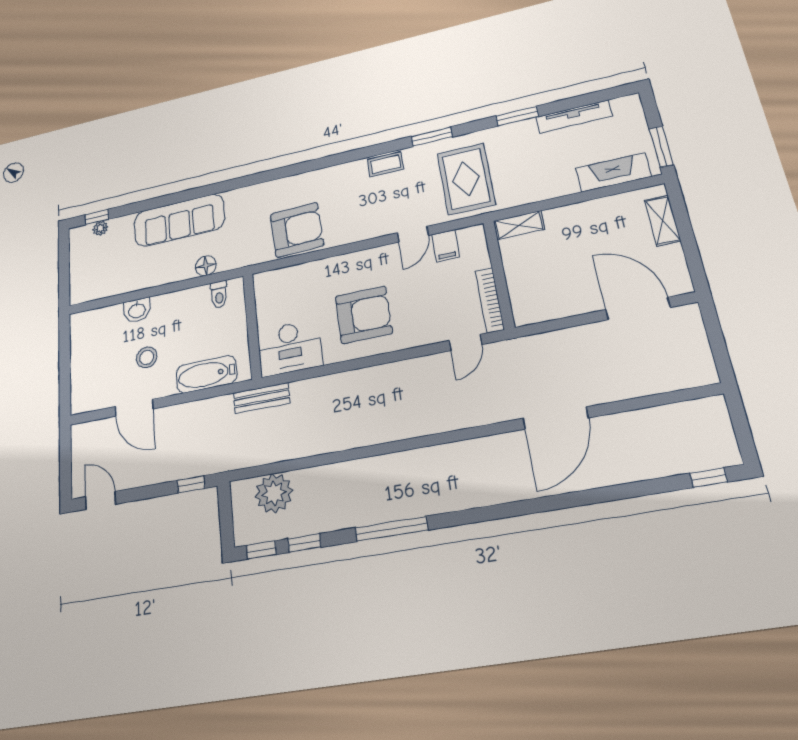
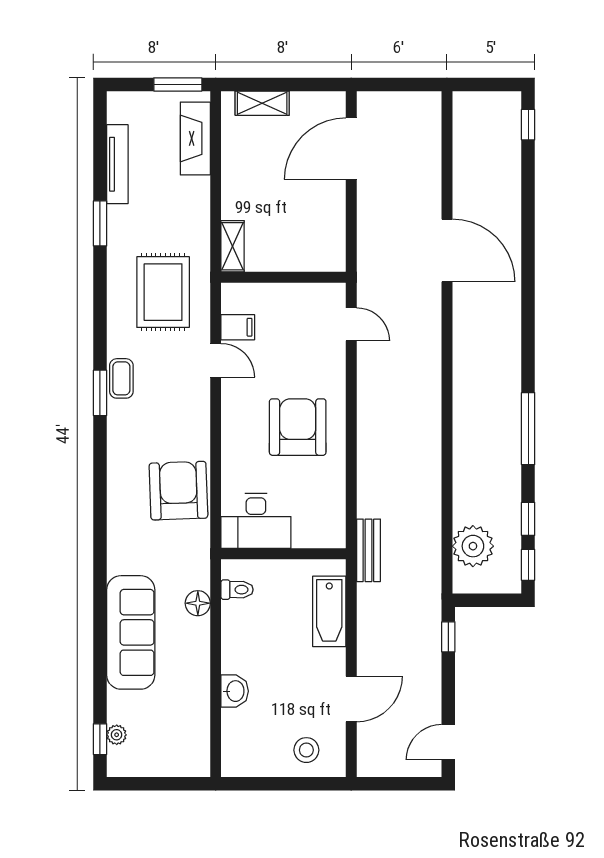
window: (432, 137) -> (100, 393), moved
rug: (466, 179) -> (163, 292), turned 90
bookcase: (490, 300) -> (310, 292), removed
desk: (290, 348) -> (256, 521), moved, turned 90
stool: (147, 357) -> (306, 750), moved

